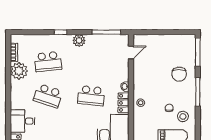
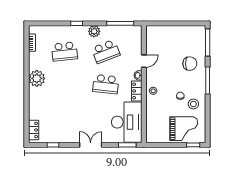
door: (131, 52) -> (144, 61), moved
plant: (19, 71) -> (37, 78), moved
chair: (179, 74) -> (190, 64), turned -90
school desk: (48, 96) -> (106, 51), moved, turned -39
desk: (23, 121) -> (40, 108), removed

